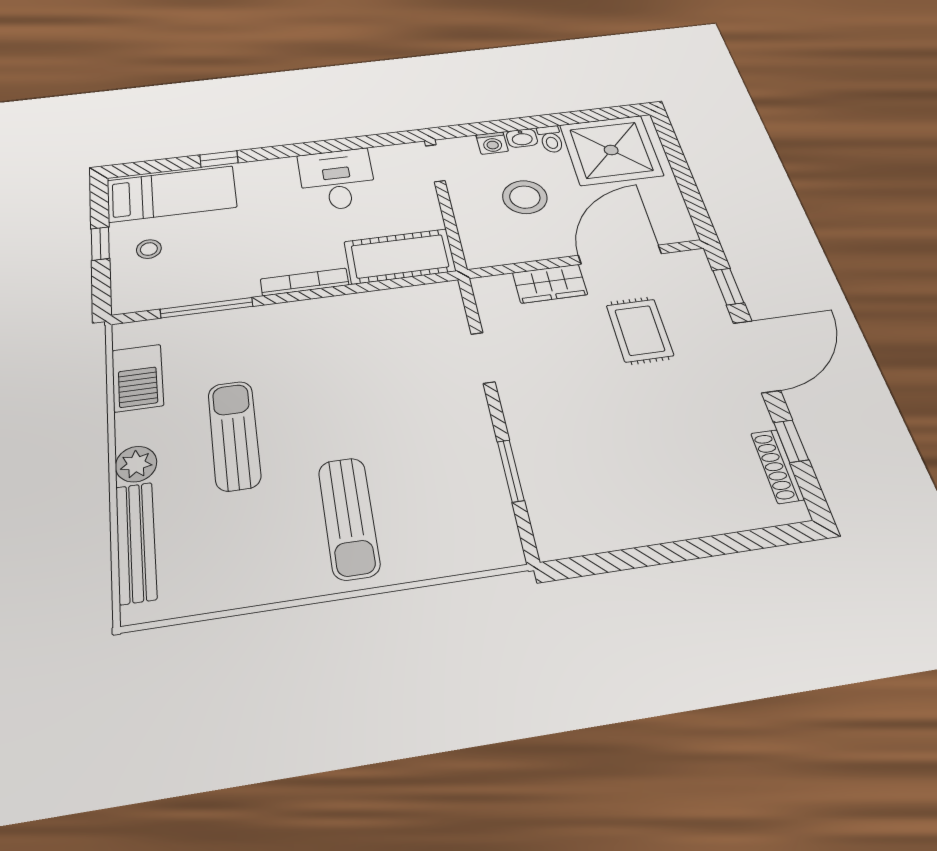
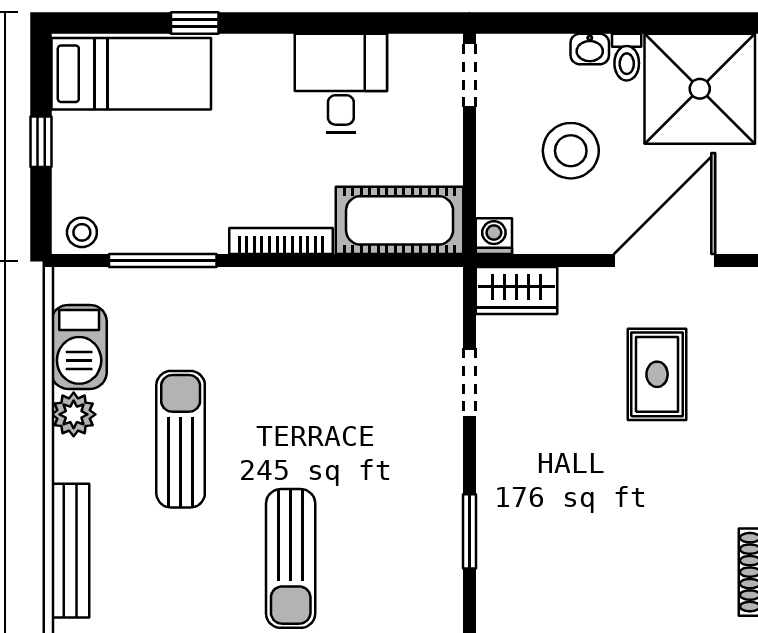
washing machine: (492, 143) -> (494, 236), moved, turned 180
stool: (149, 249) -> (82, 232), moved
wardrobe: (550, 284) -> (517, 291), moved
plant: (136, 464) -> (74, 414), moved

